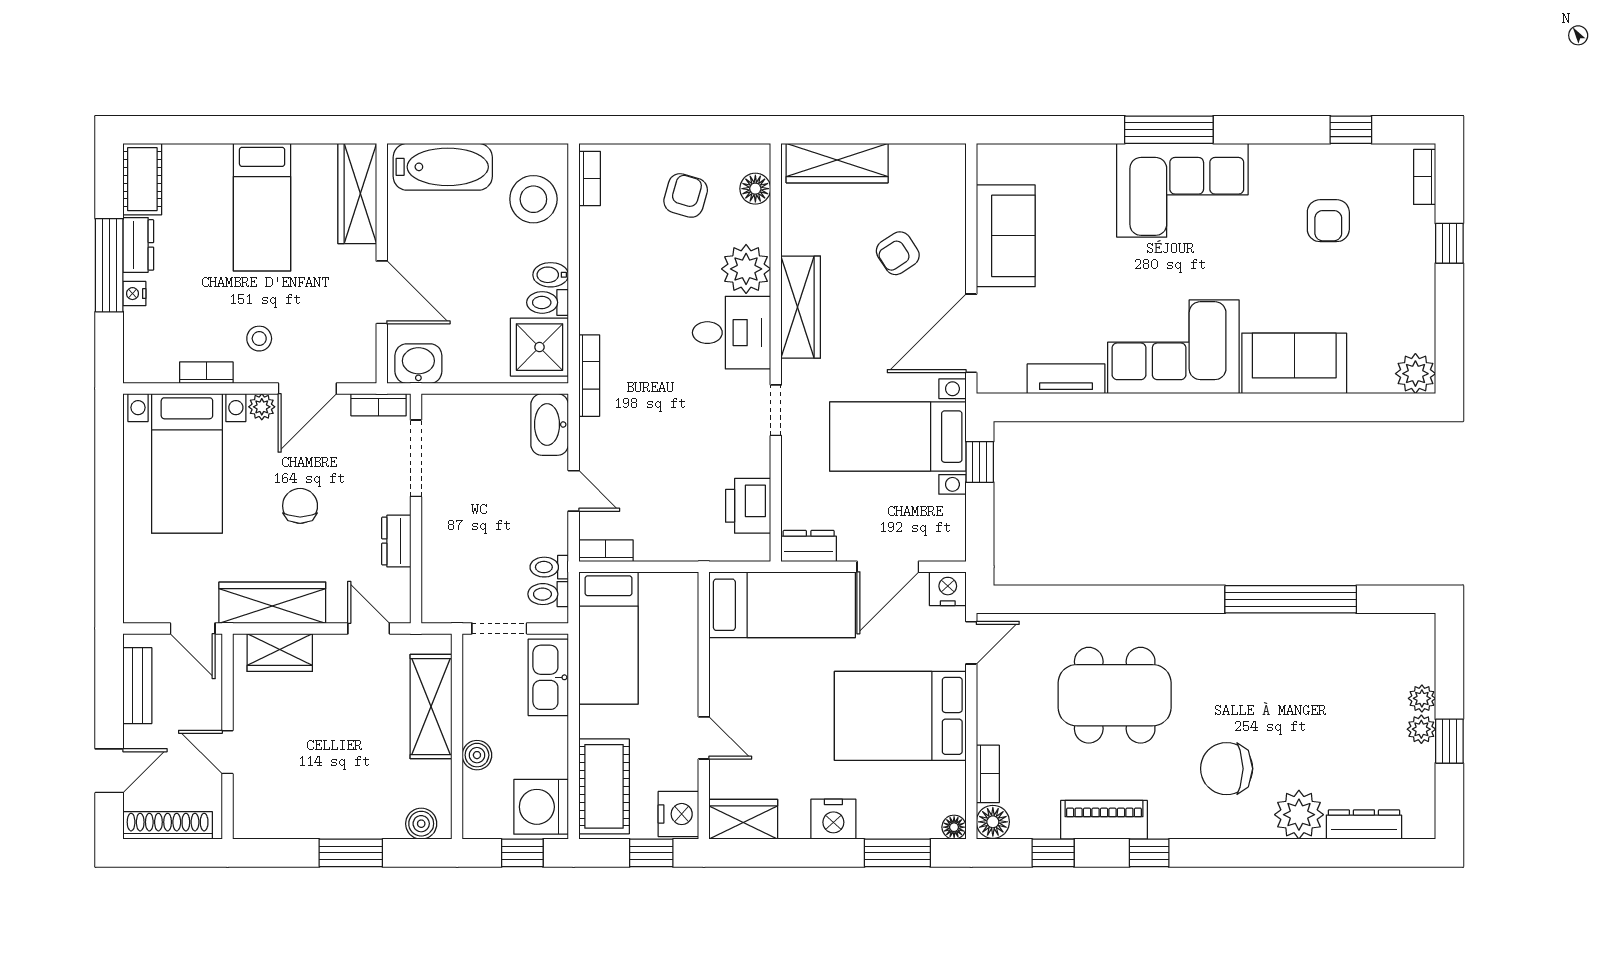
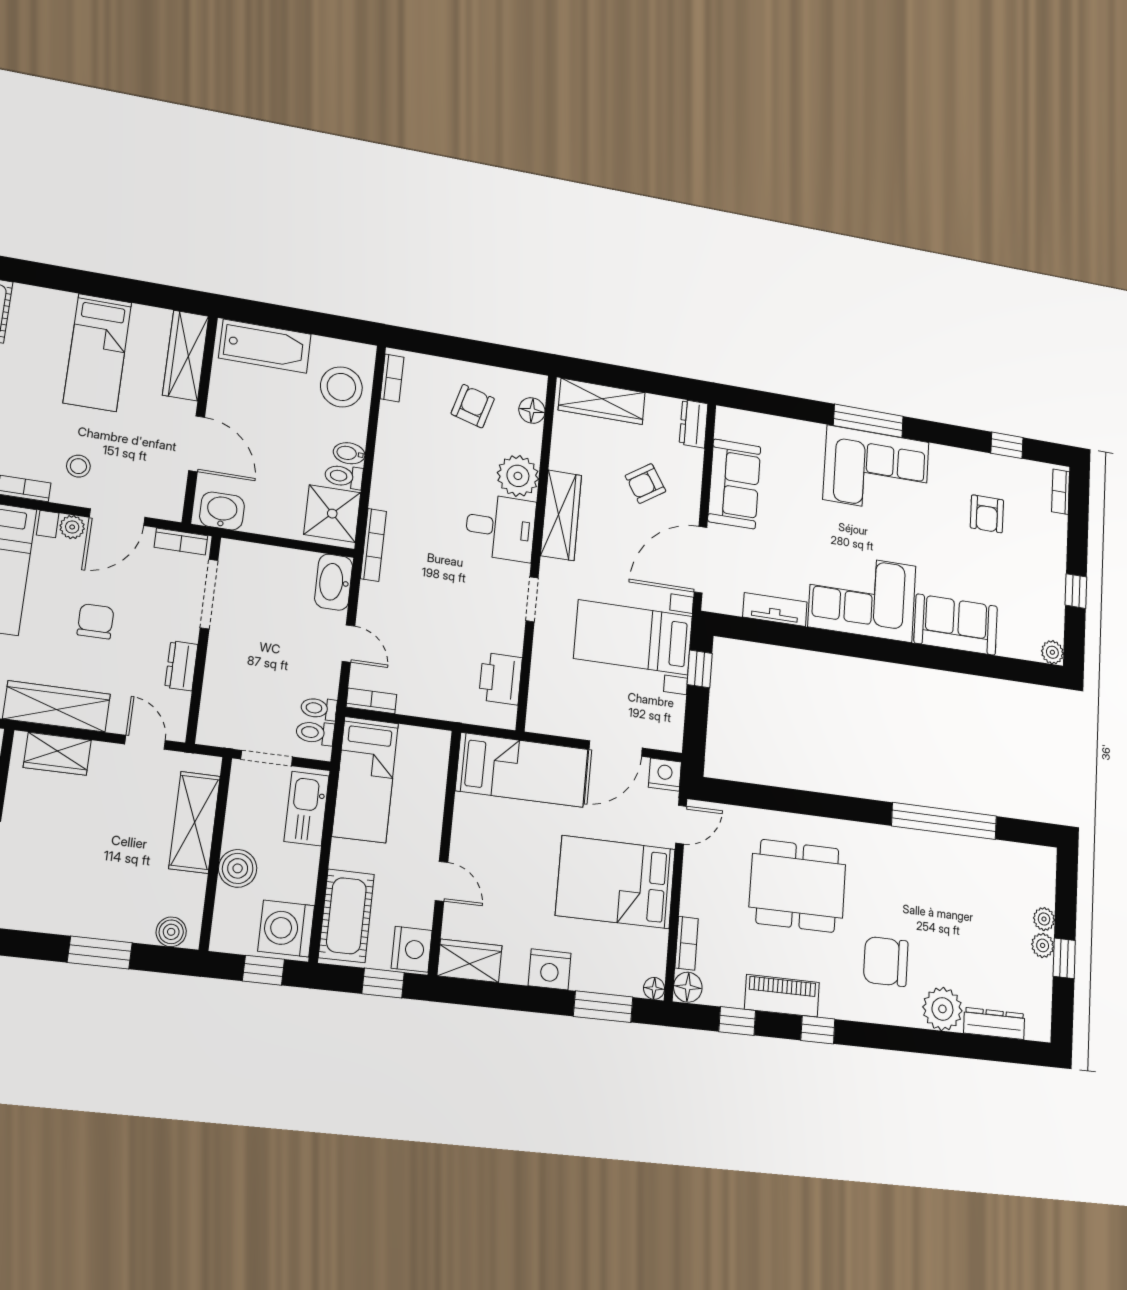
window: (1449, 243) -> (1076, 591), moved
plant: (1415, 374) -> (1052, 652), width x0.73, depth x0.73
dresser: (809, 546) -> (694, 424), moved, turned -90
boiler: (477, 755) -> (238, 868), width x1.36, depth x1.36

